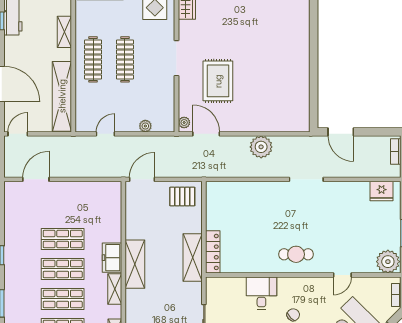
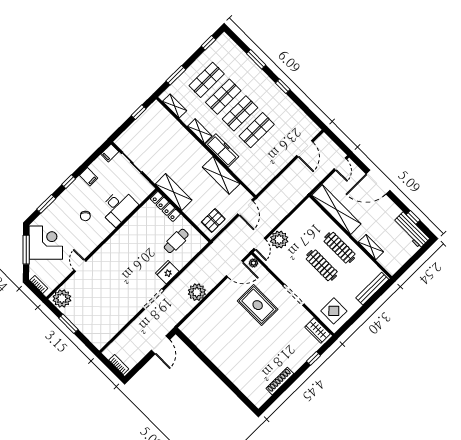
plant: (145, 126) -> (279, 239), width x1.88, depth x1.88
door: (341, 132) -> (160, 345), swing flipped
door: (105, 134) -> (260, 244), moved
fridge: (382, 191) -> (167, 272), moved
cafe table: (296, 254) -> (176, 241), moved
freezer: (112, 258) -> (222, 150), width x1.40
shelving: (135, 264) -> (221, 175), moved
desk: (261, 293) -> (118, 207), width x1.37

